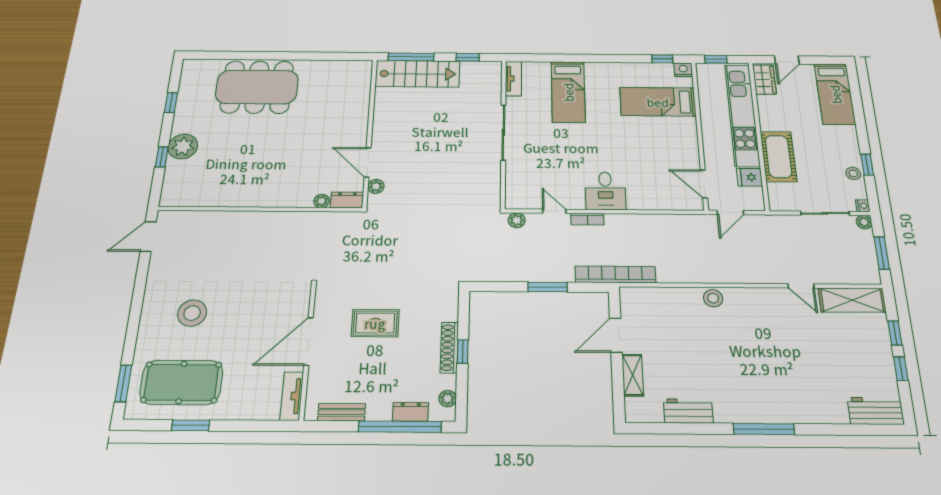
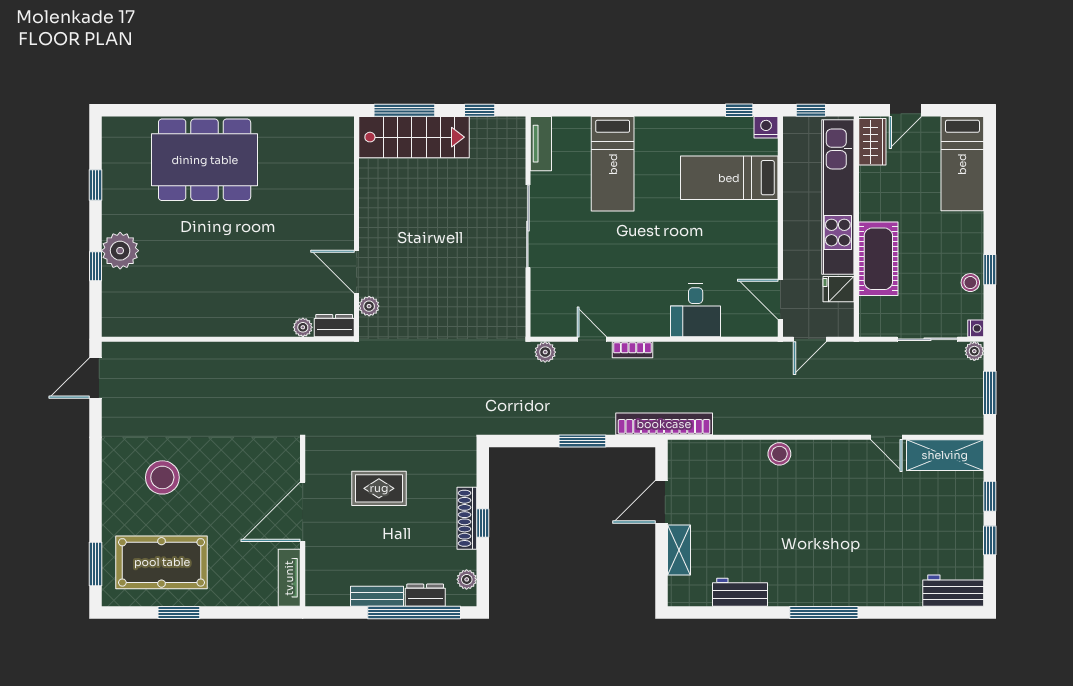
desk: (605, 191) -> (696, 310), moved
bench: (342, 412) -> (377, 596), moved

